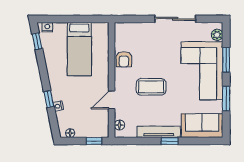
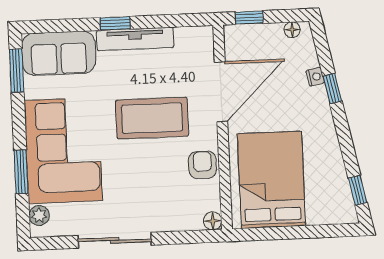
nightstand: (47, 27) -> (341, 216), removed
bed: (79, 49) -> (271, 180), width x1.50
coffee table: (151, 87) -> (152, 118), width x1.36, depth x1.32
window: (226, 99) -> (17, 71), moved
door: (112, 100) -> (221, 92), width x1.87
floor lamp: (119, 125) -> (213, 221), moved

